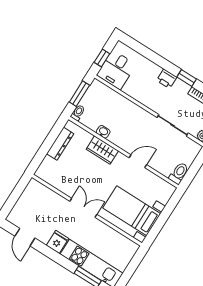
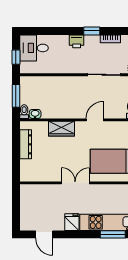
desk: (116, 70) -> (34, 48), moved, turned 90
washbasin: (103, 132) -> (35, 114), moved

